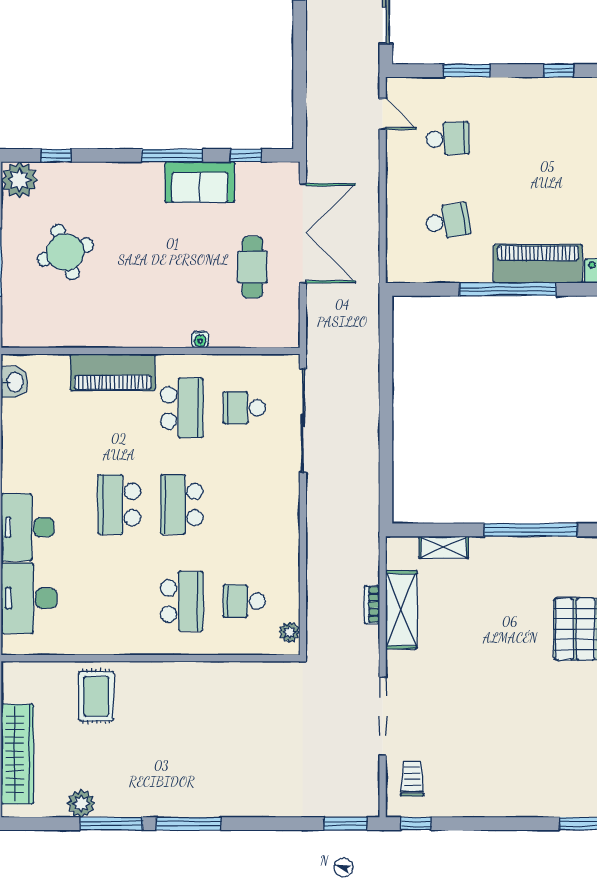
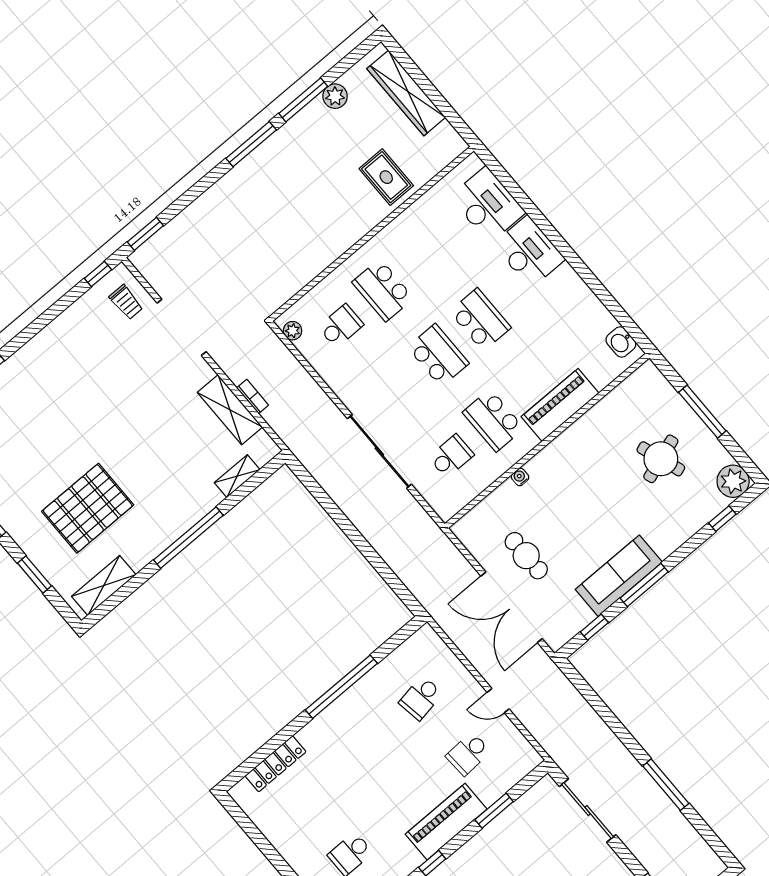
door: (383, 114) -> (498, 701), moved
sofa: (200, 182) -> (619, 576), width x1.36
piano: (538, 264) -> (446, 822), moved, turned 180
sliding door: (303, 421) -> (379, 451), moved

